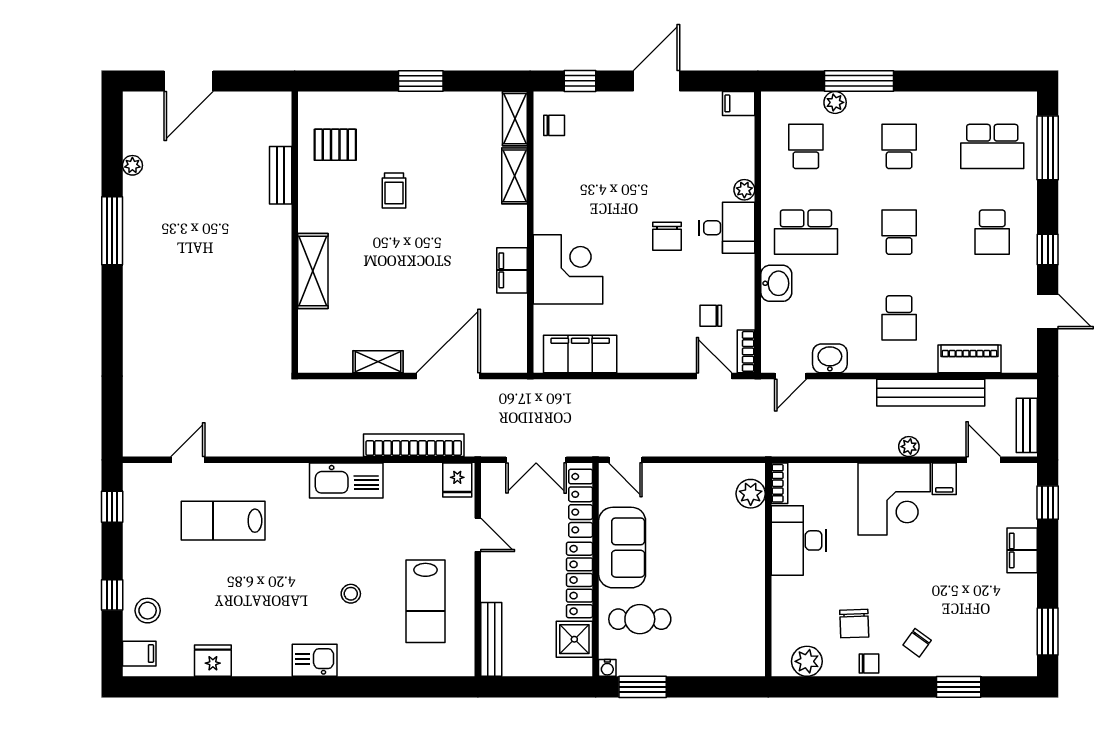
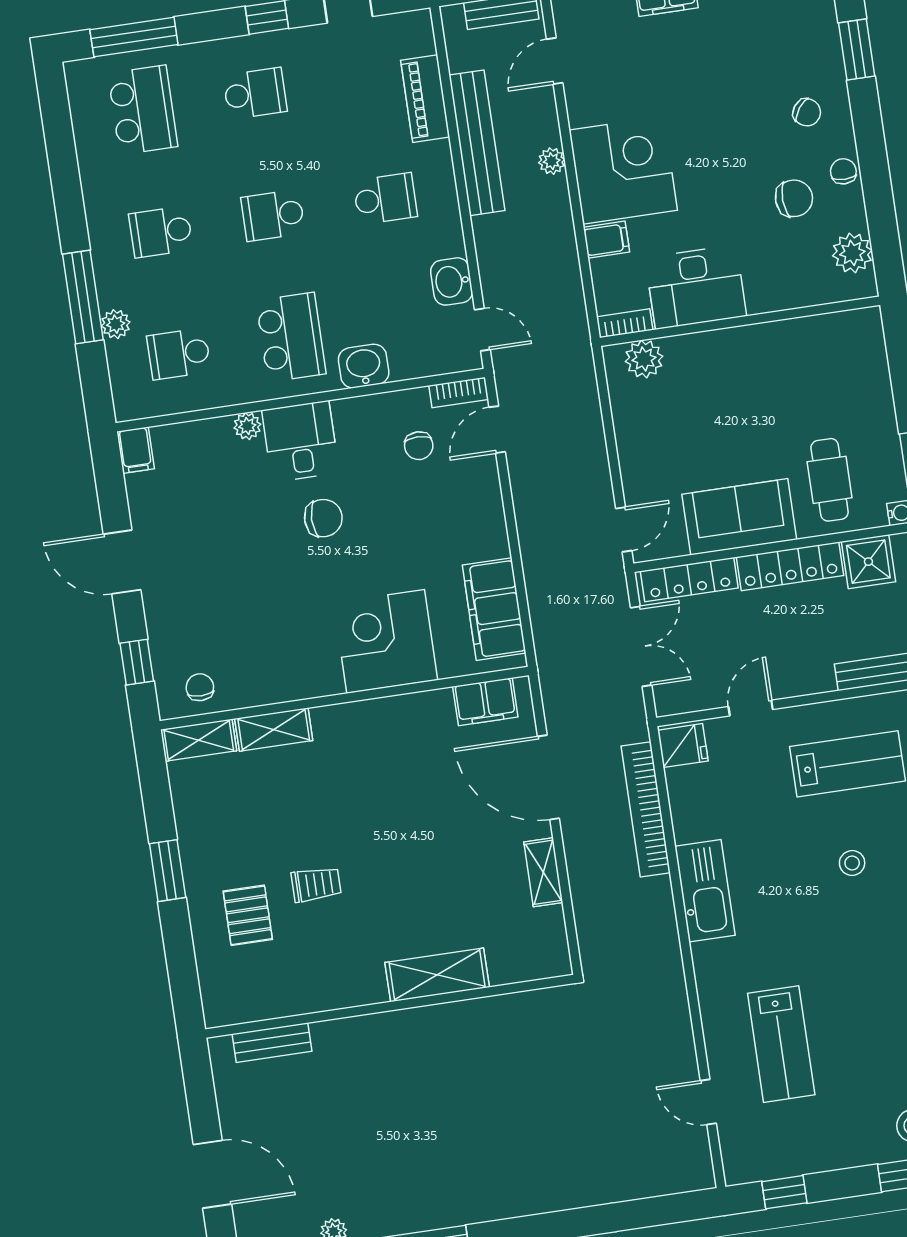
pallet: (335, 145) -> (248, 915), moved
bench: (281, 175) -> (272, 1043), moved
filing cabinet: (512, 270) -> (485, 702), moved
filing cabinet: (944, 479) -> (606, 240), moved

